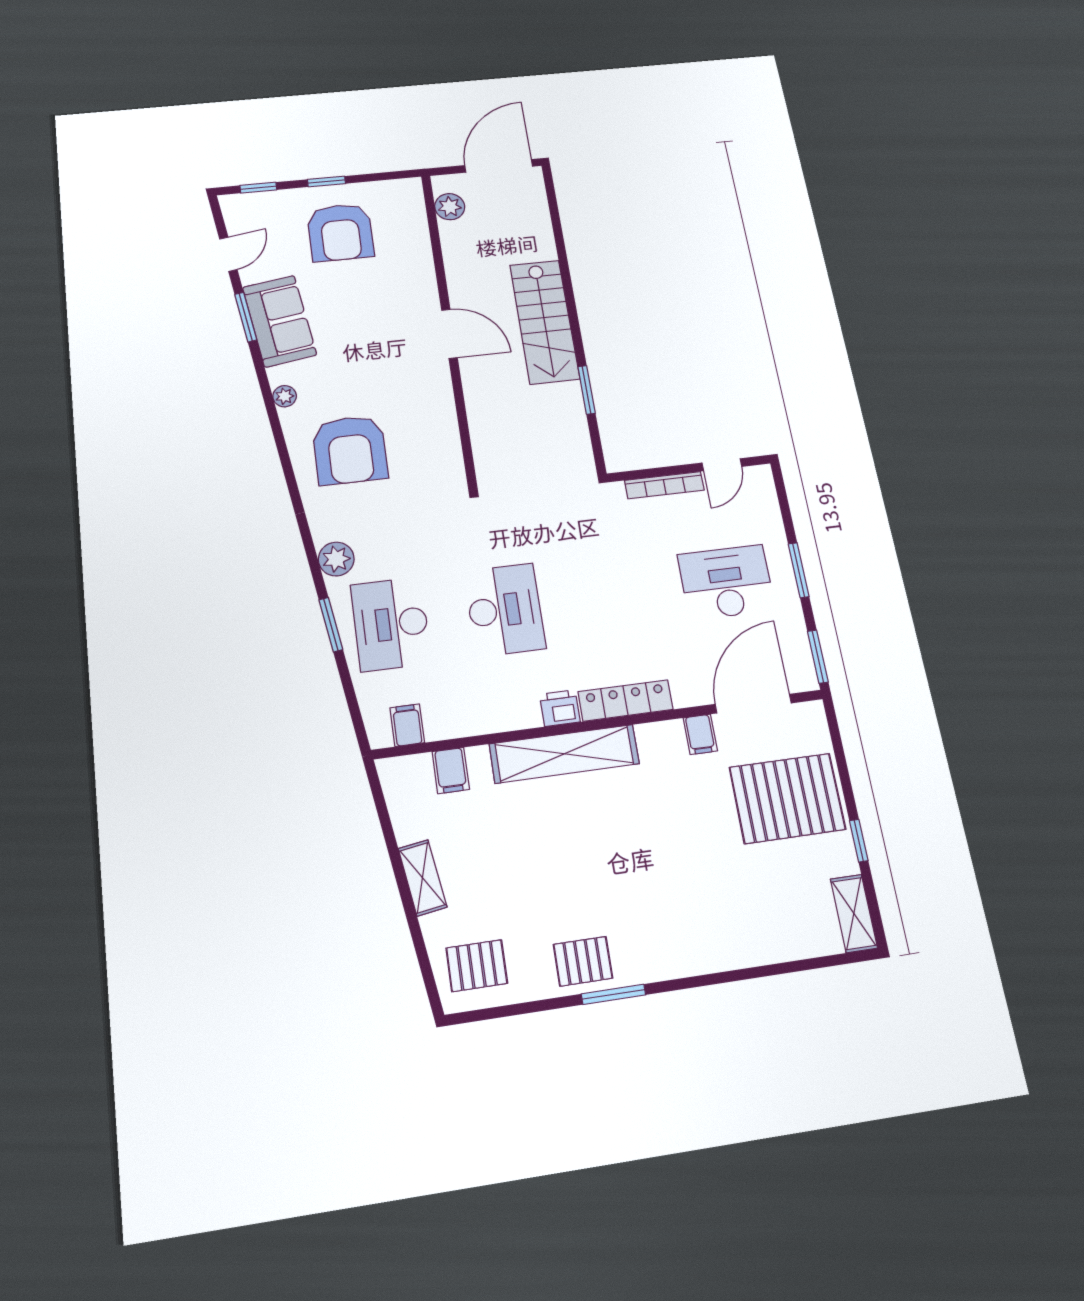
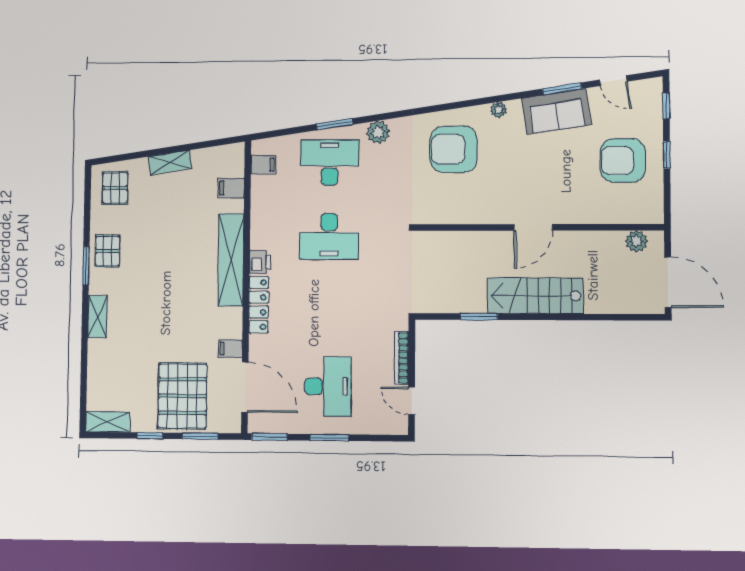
window: (841, 761) -> (200, 436), added
shelving: (692, 960) -> (97, 317), added

